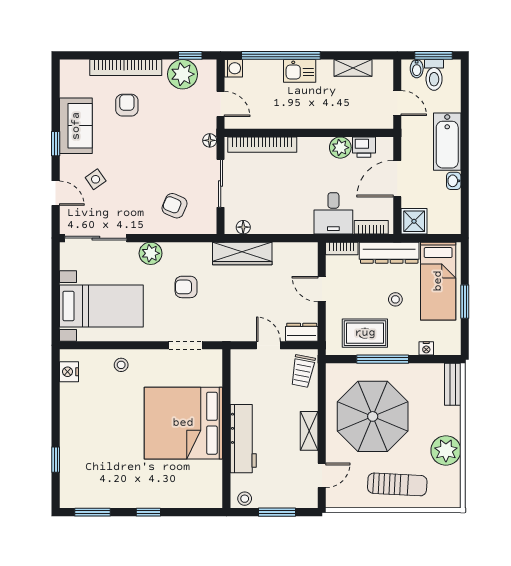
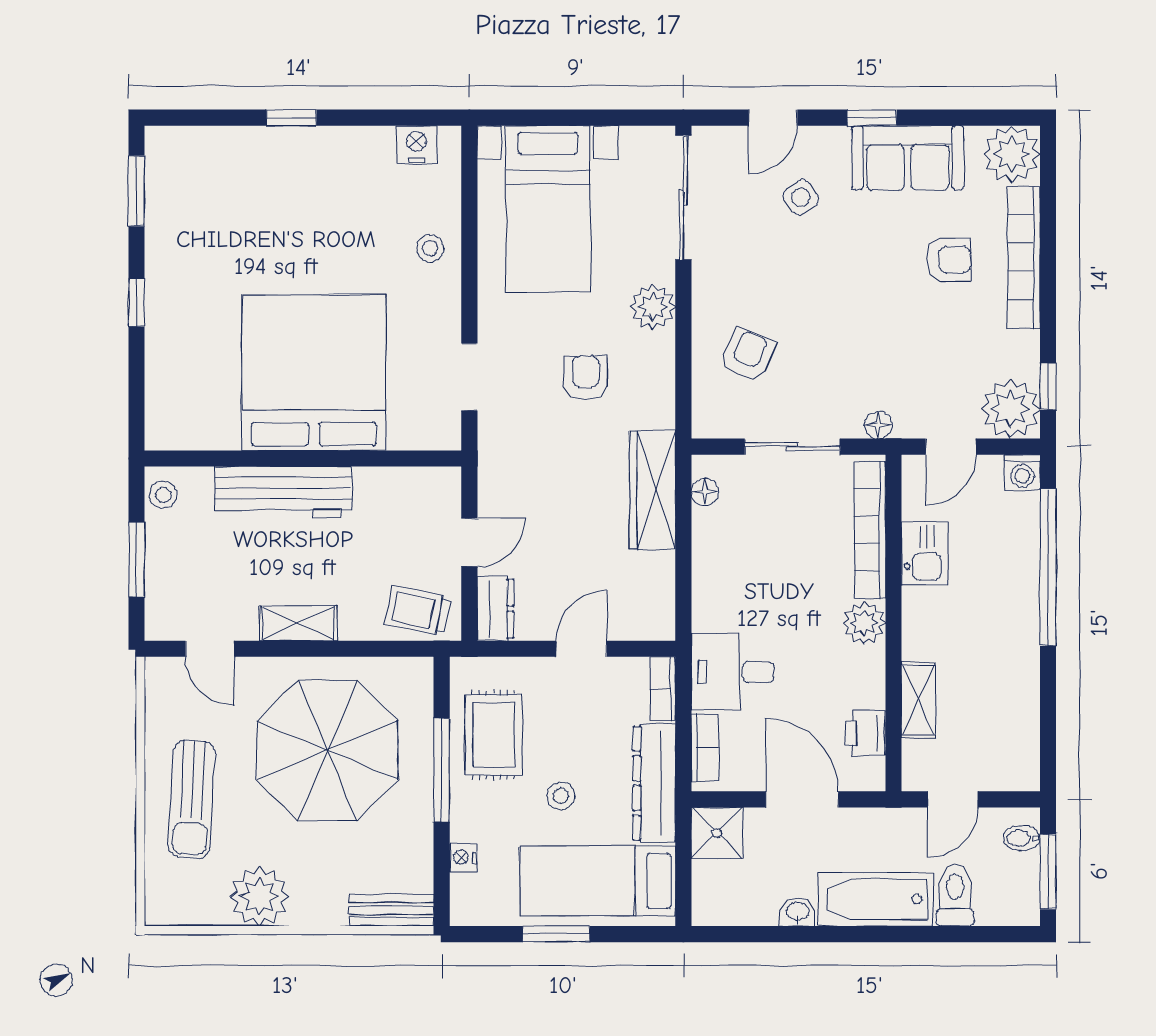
shelving: (353, 68) -> (918, 700), moved
kitchen sink: (300, 71) -> (924, 554), moved, turned 180
plant: (74, 74) -> (1012, 154), added
plant: (183, 74) -> (1010, 409), moved
toilet: (434, 75) -> (955, 895), moved, turned 90
plant: (340, 148) -> (864, 623), moved
window: (56, 460) -> (292, 118), moved

